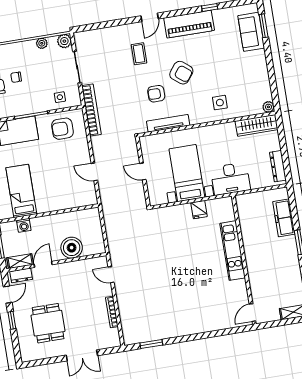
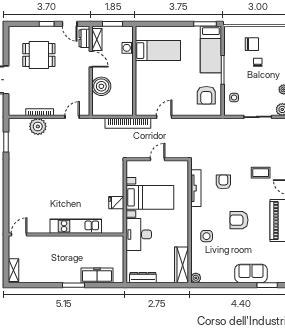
sofa: (251, 32) -> (251, 273), moved
armchair: (181, 73) -> (239, 220), moved, turned 52
bookcase: (91, 110) -> (128, 123), moved
armchair: (62, 129) -> (206, 95), turned 180
plant: (128, 311) -> (38, 126), added
door: (252, 313) -> (19, 235), hinge flipped

